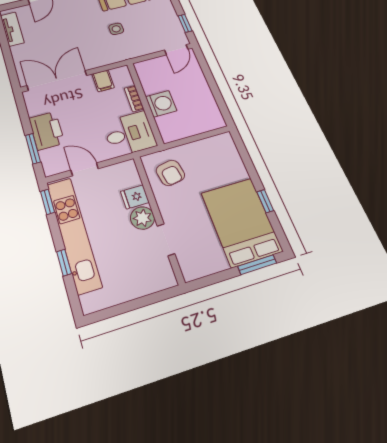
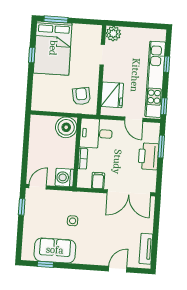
washing machine: (161, 104) -> (64, 178), moved
boiler: (173, 127) -> (66, 127), added
fridge: (135, 197) -> (112, 95), width x1.88, depth x1.34
plant: (142, 218) -> (113, 34), moved

